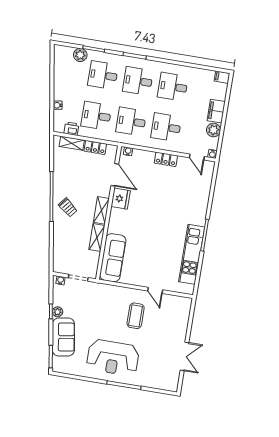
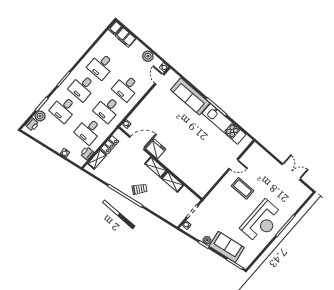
printer: (66, 52) -> (32, 124), added
filing cabinet: (216, 111) -> (126, 37), moved
door: (197, 157) -> (159, 79), swing flipped
locker: (166, 159) -> (148, 101), removed
sofa: (113, 258) -> (190, 96), moved, turned 180

